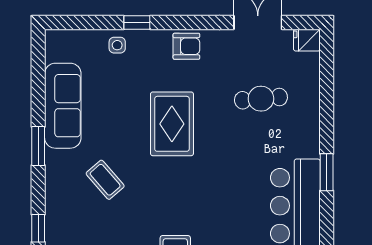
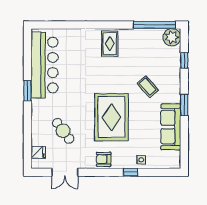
fridge: (307, 40) -> (38, 152), moved
cafe table: (261, 99) -> (63, 131), turned 58
rug: (172, 124) -> (111, 117), width x1.37, depth x1.44

